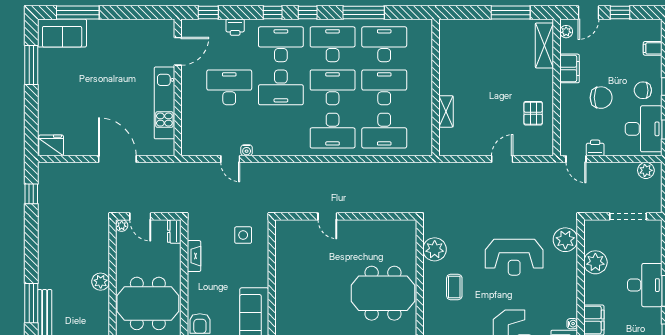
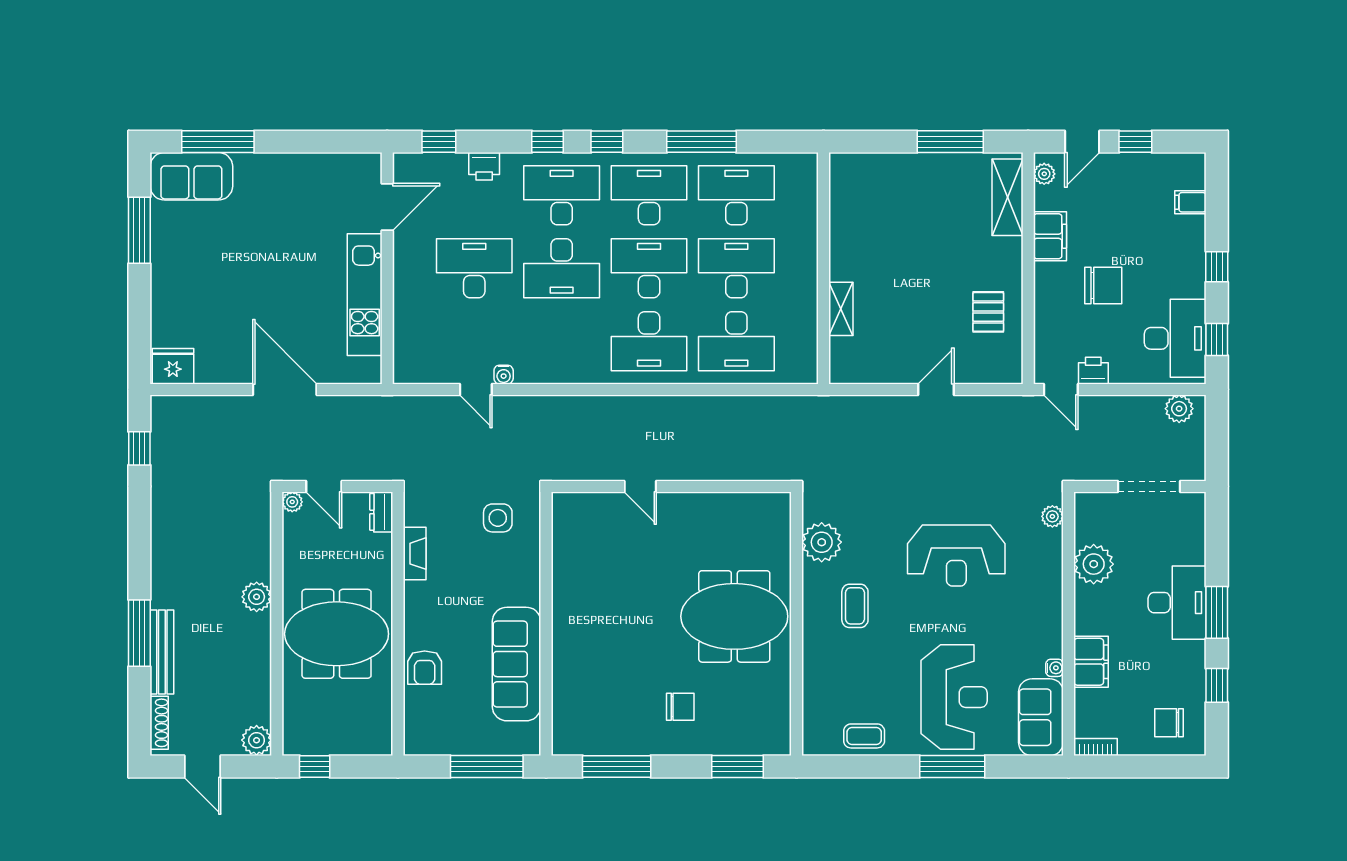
chair: (643, 90) -> (1174, 273), removed
plant: (565, 240) -> (1052, 516), width x0.53, depth x0.53

